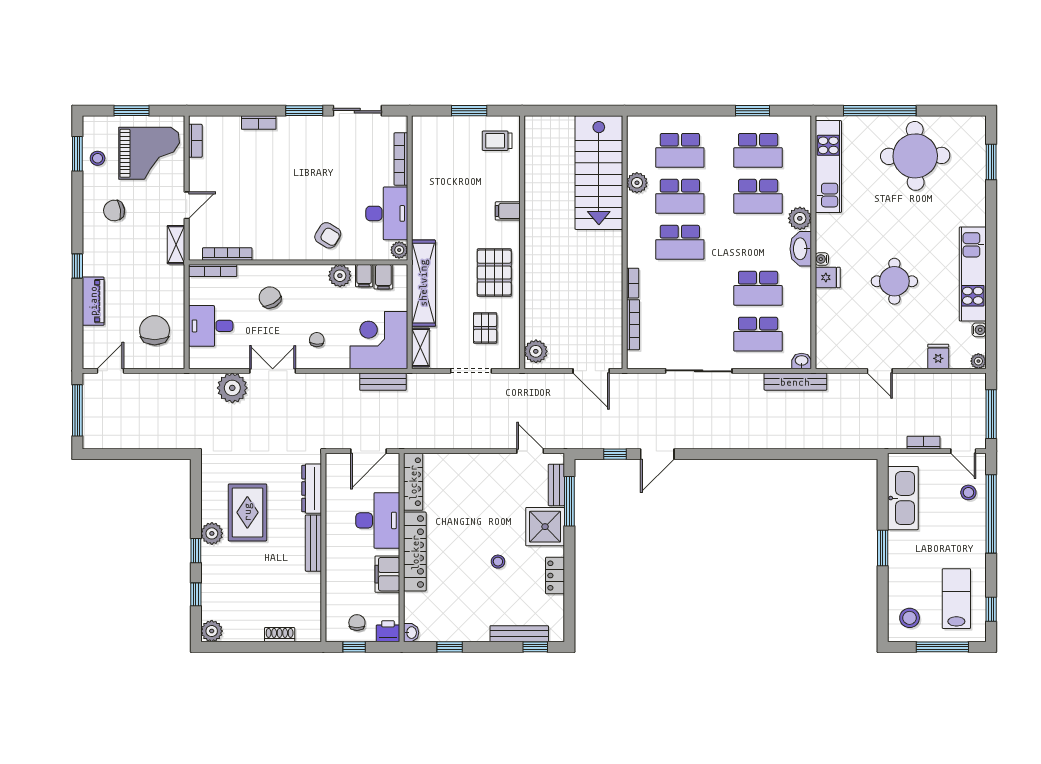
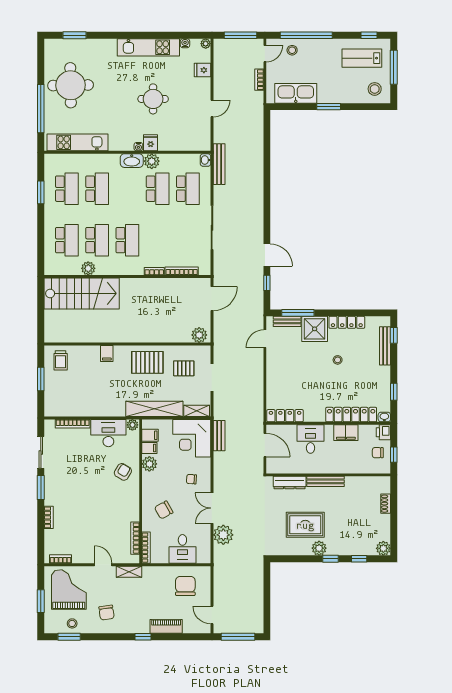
plant: (800, 218) -> (152, 161), moved
chair: (155, 330) -> (185, 586), turned 90
desk: (378, 520) -> (311, 439), width x0.73
locker: (415, 552) -> (351, 415), moved
locker: (555, 576) -> (347, 322), width x1.53

